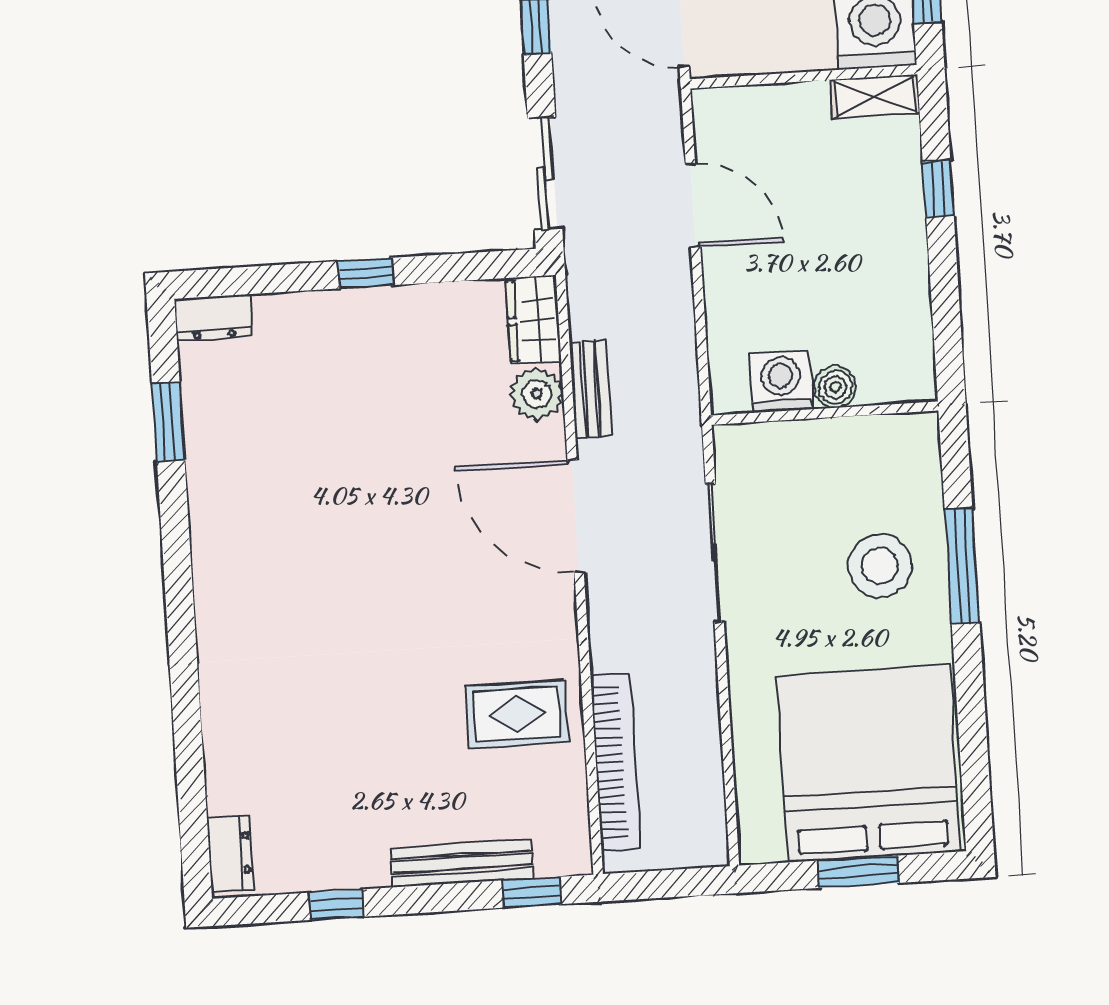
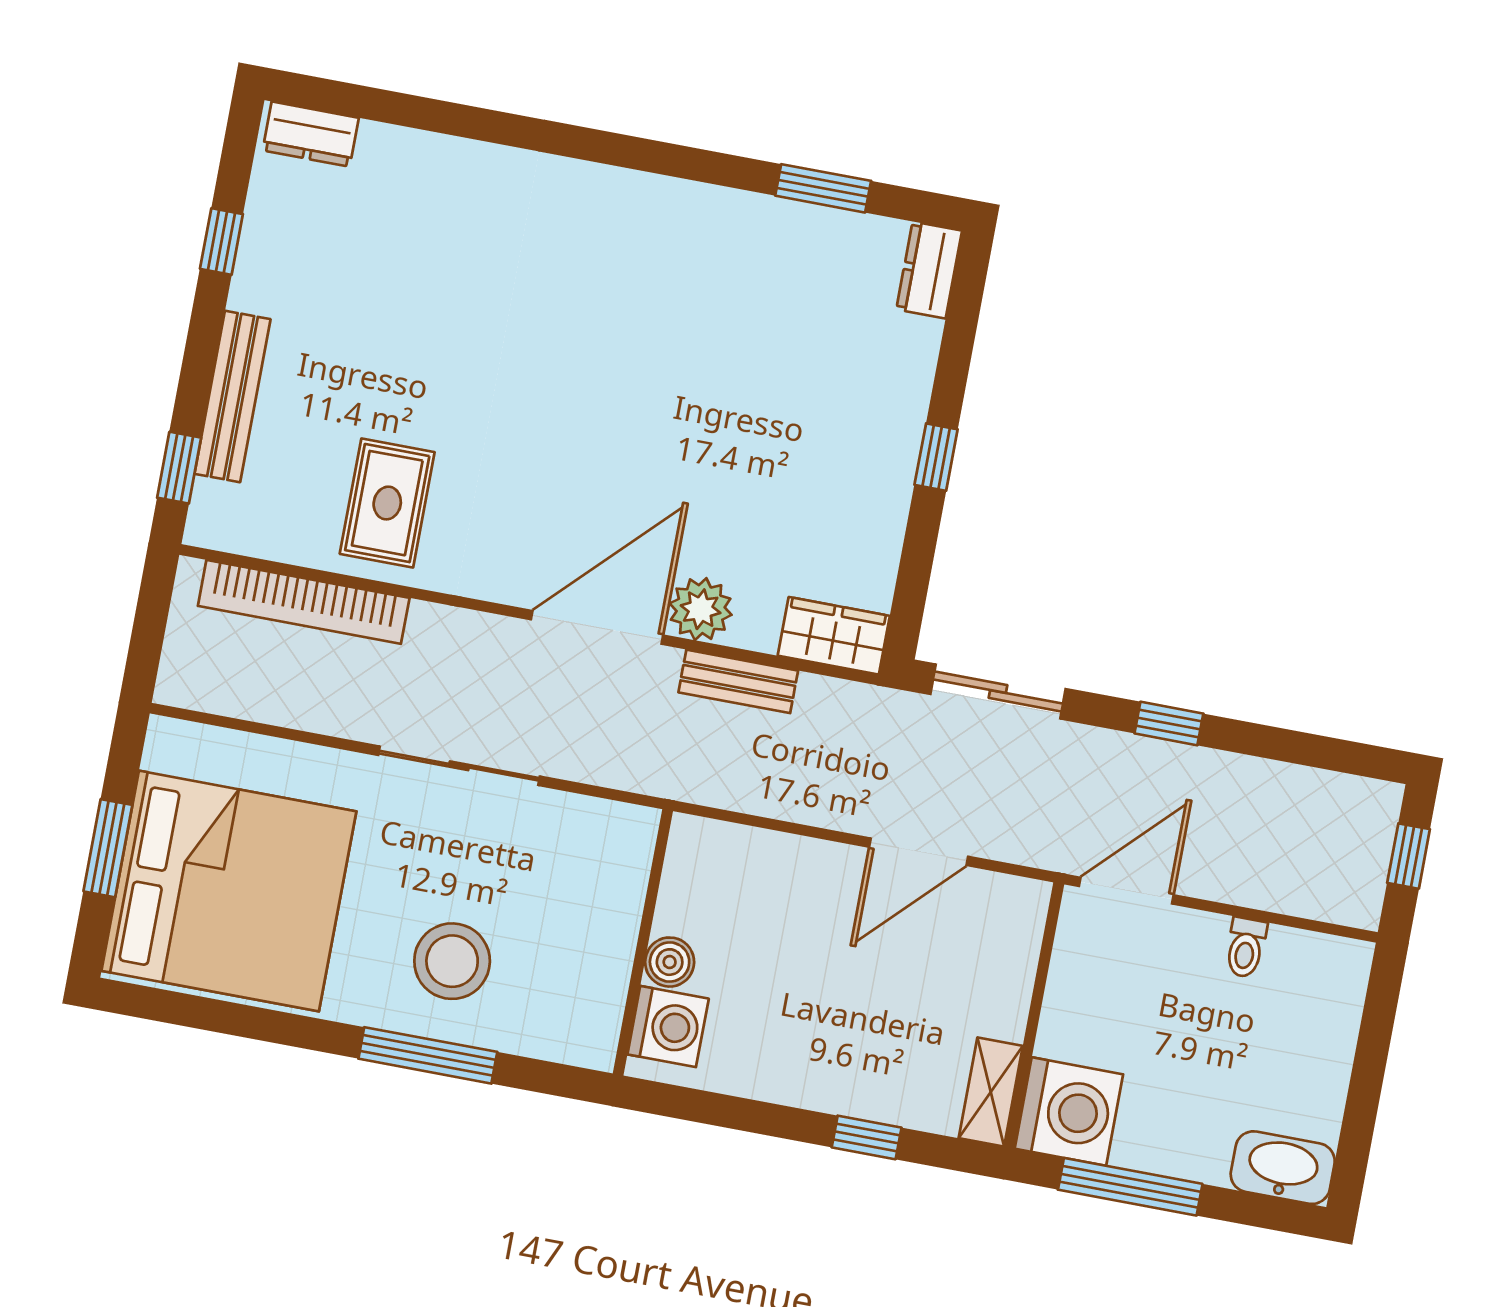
washing machine: (781, 382) -> (668, 1027), moved
plant: (537, 394) -> (701, 609), moved
sliding door: (715, 553) -> (459, 766), moved

